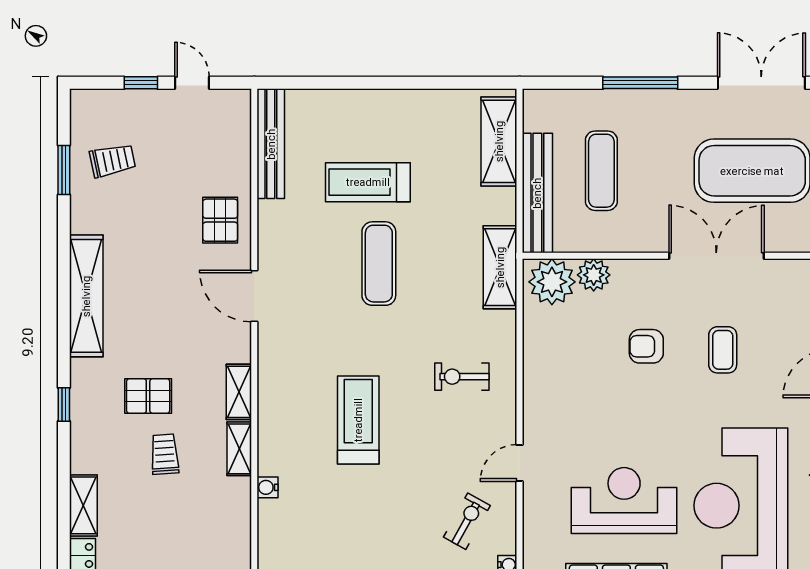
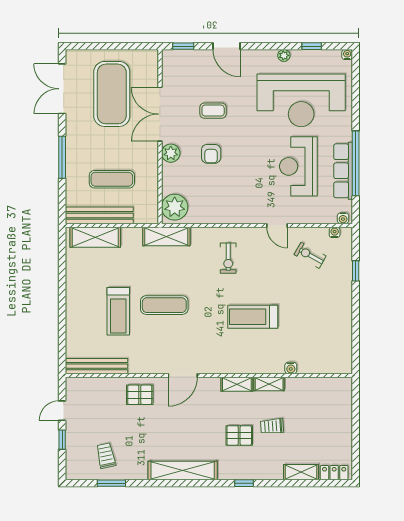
bench: (537, 193) -> (99, 215), moved
plant: (594, 275) -> (171, 153), moved
pallet: (148, 396) -> (239, 436), turned 90

